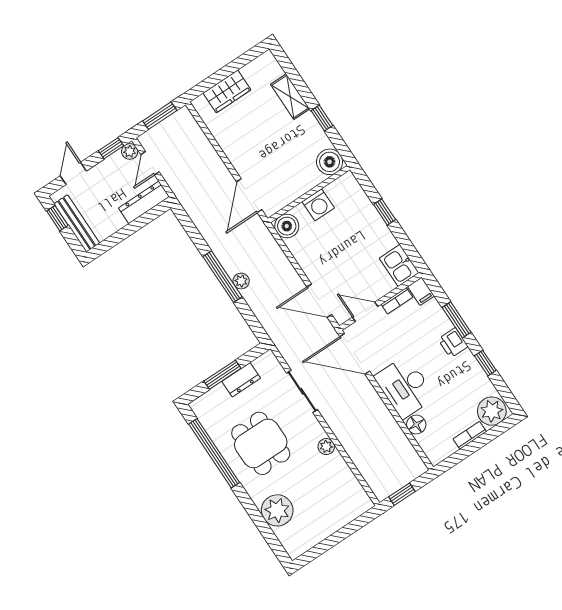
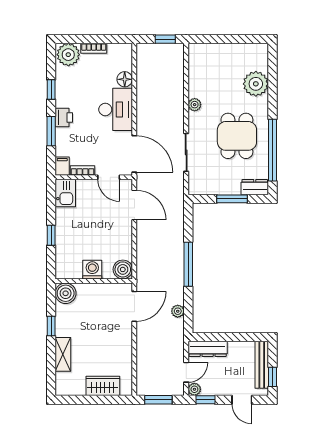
door: (73, 173) -> (242, 400), hinge flipped
plant: (241, 281) -> (178, 311), moved
dresser: (241, 380) -> (255, 187), moved

